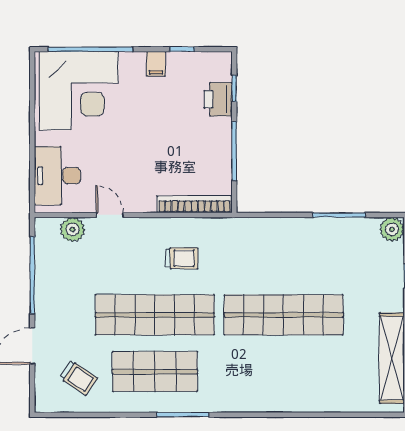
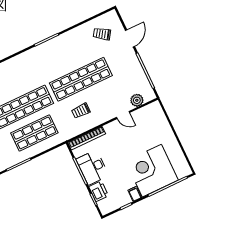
corner desk: (79, 91) -> (152, 171), moved
desk: (57, 176) -> (92, 167), moved, turned 180
shop shelf: (155, 372) -> (34, 133), moved

